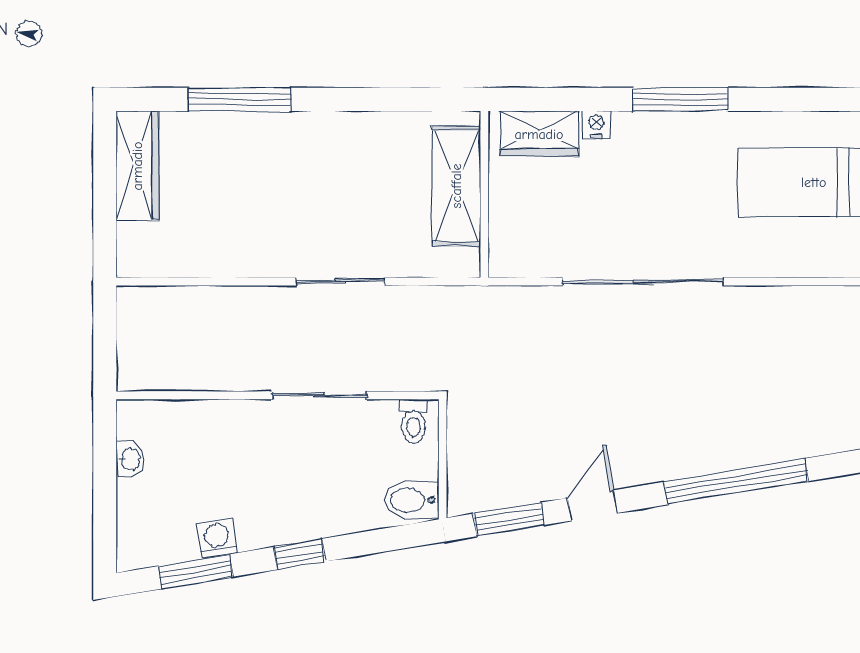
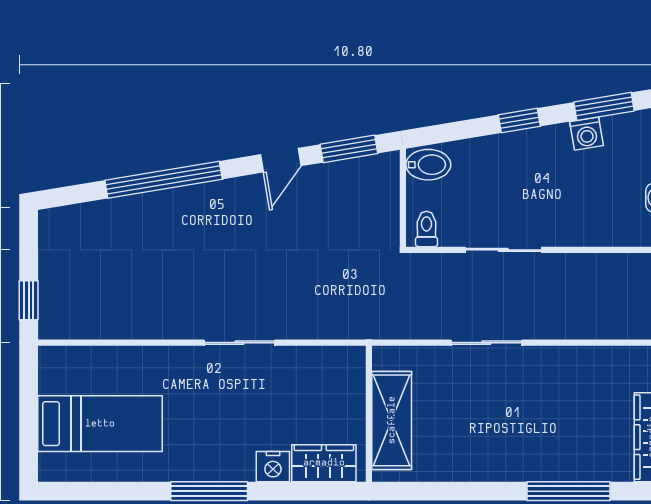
nightstand: (596, 125) -> (273, 467), width x1.39, depth x1.35
sliding door: (643, 282) -> (239, 343), width x0.54

